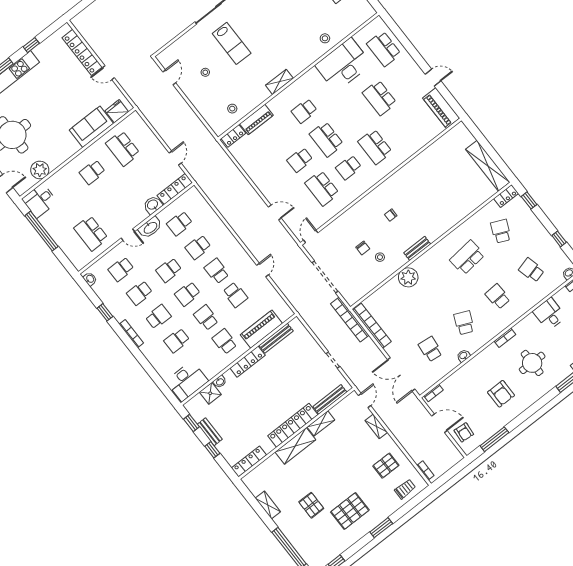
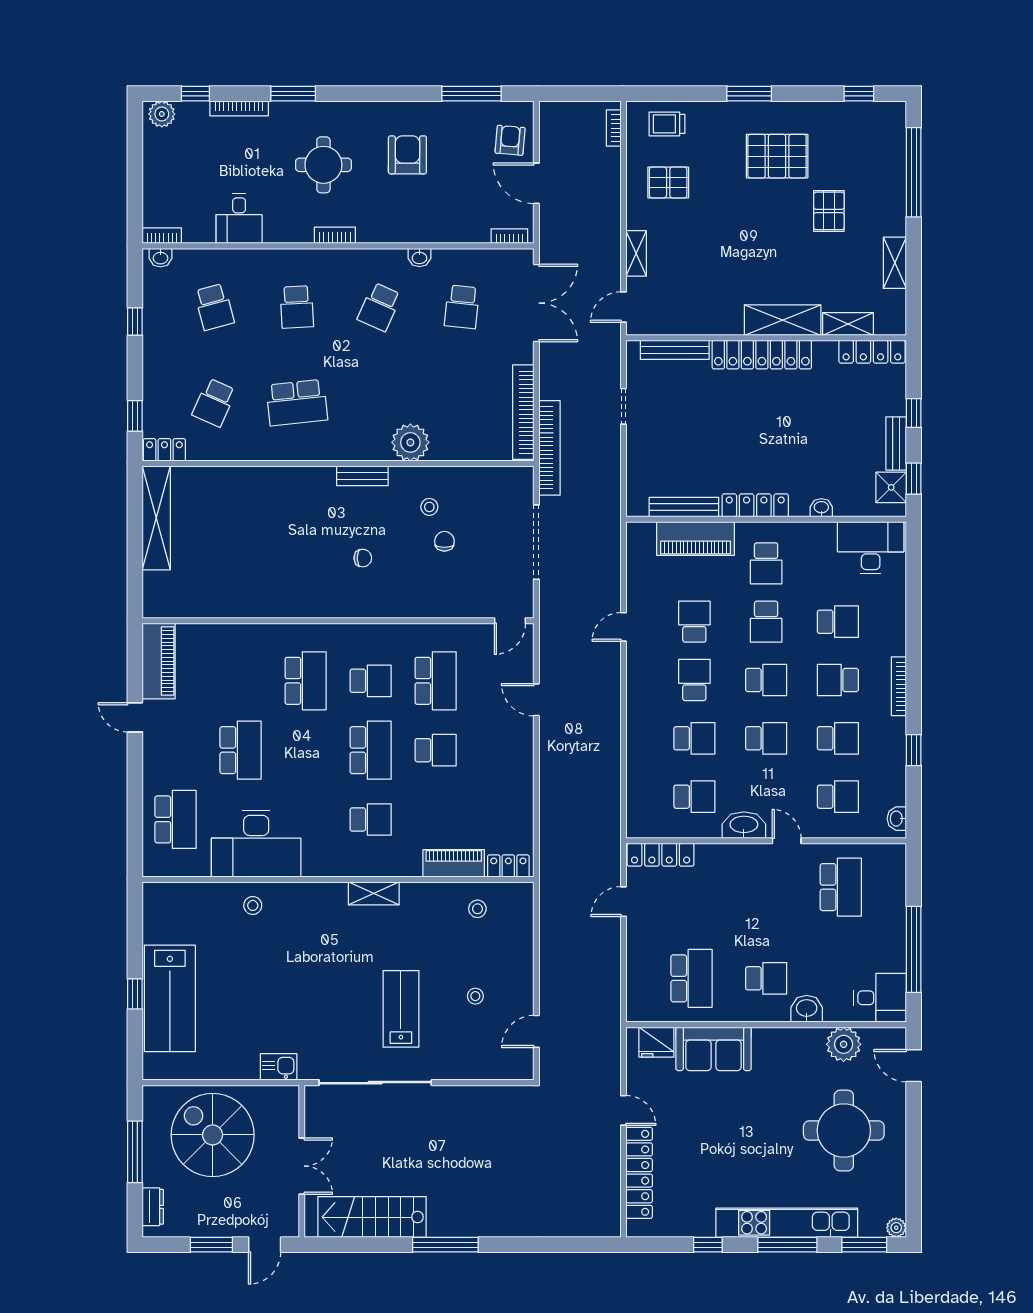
washbasin: (153, 205) -> (807, 1009), moved, turned 180
school desk: (217, 271) -> (694, 680), turned 180
shower: (210, 393) -> (891, 487), moved
shelving: (321, 423) -> (848, 324), moved

